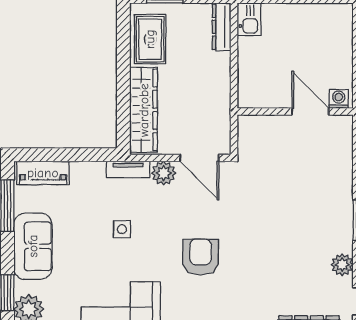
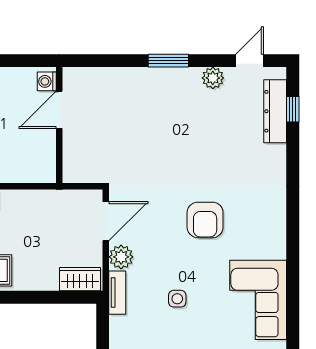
wardrobe: (144, 110) -> (80, 279), width x0.48, depth x0.85
armchair: (201, 257) -> (205, 220), turned -90

